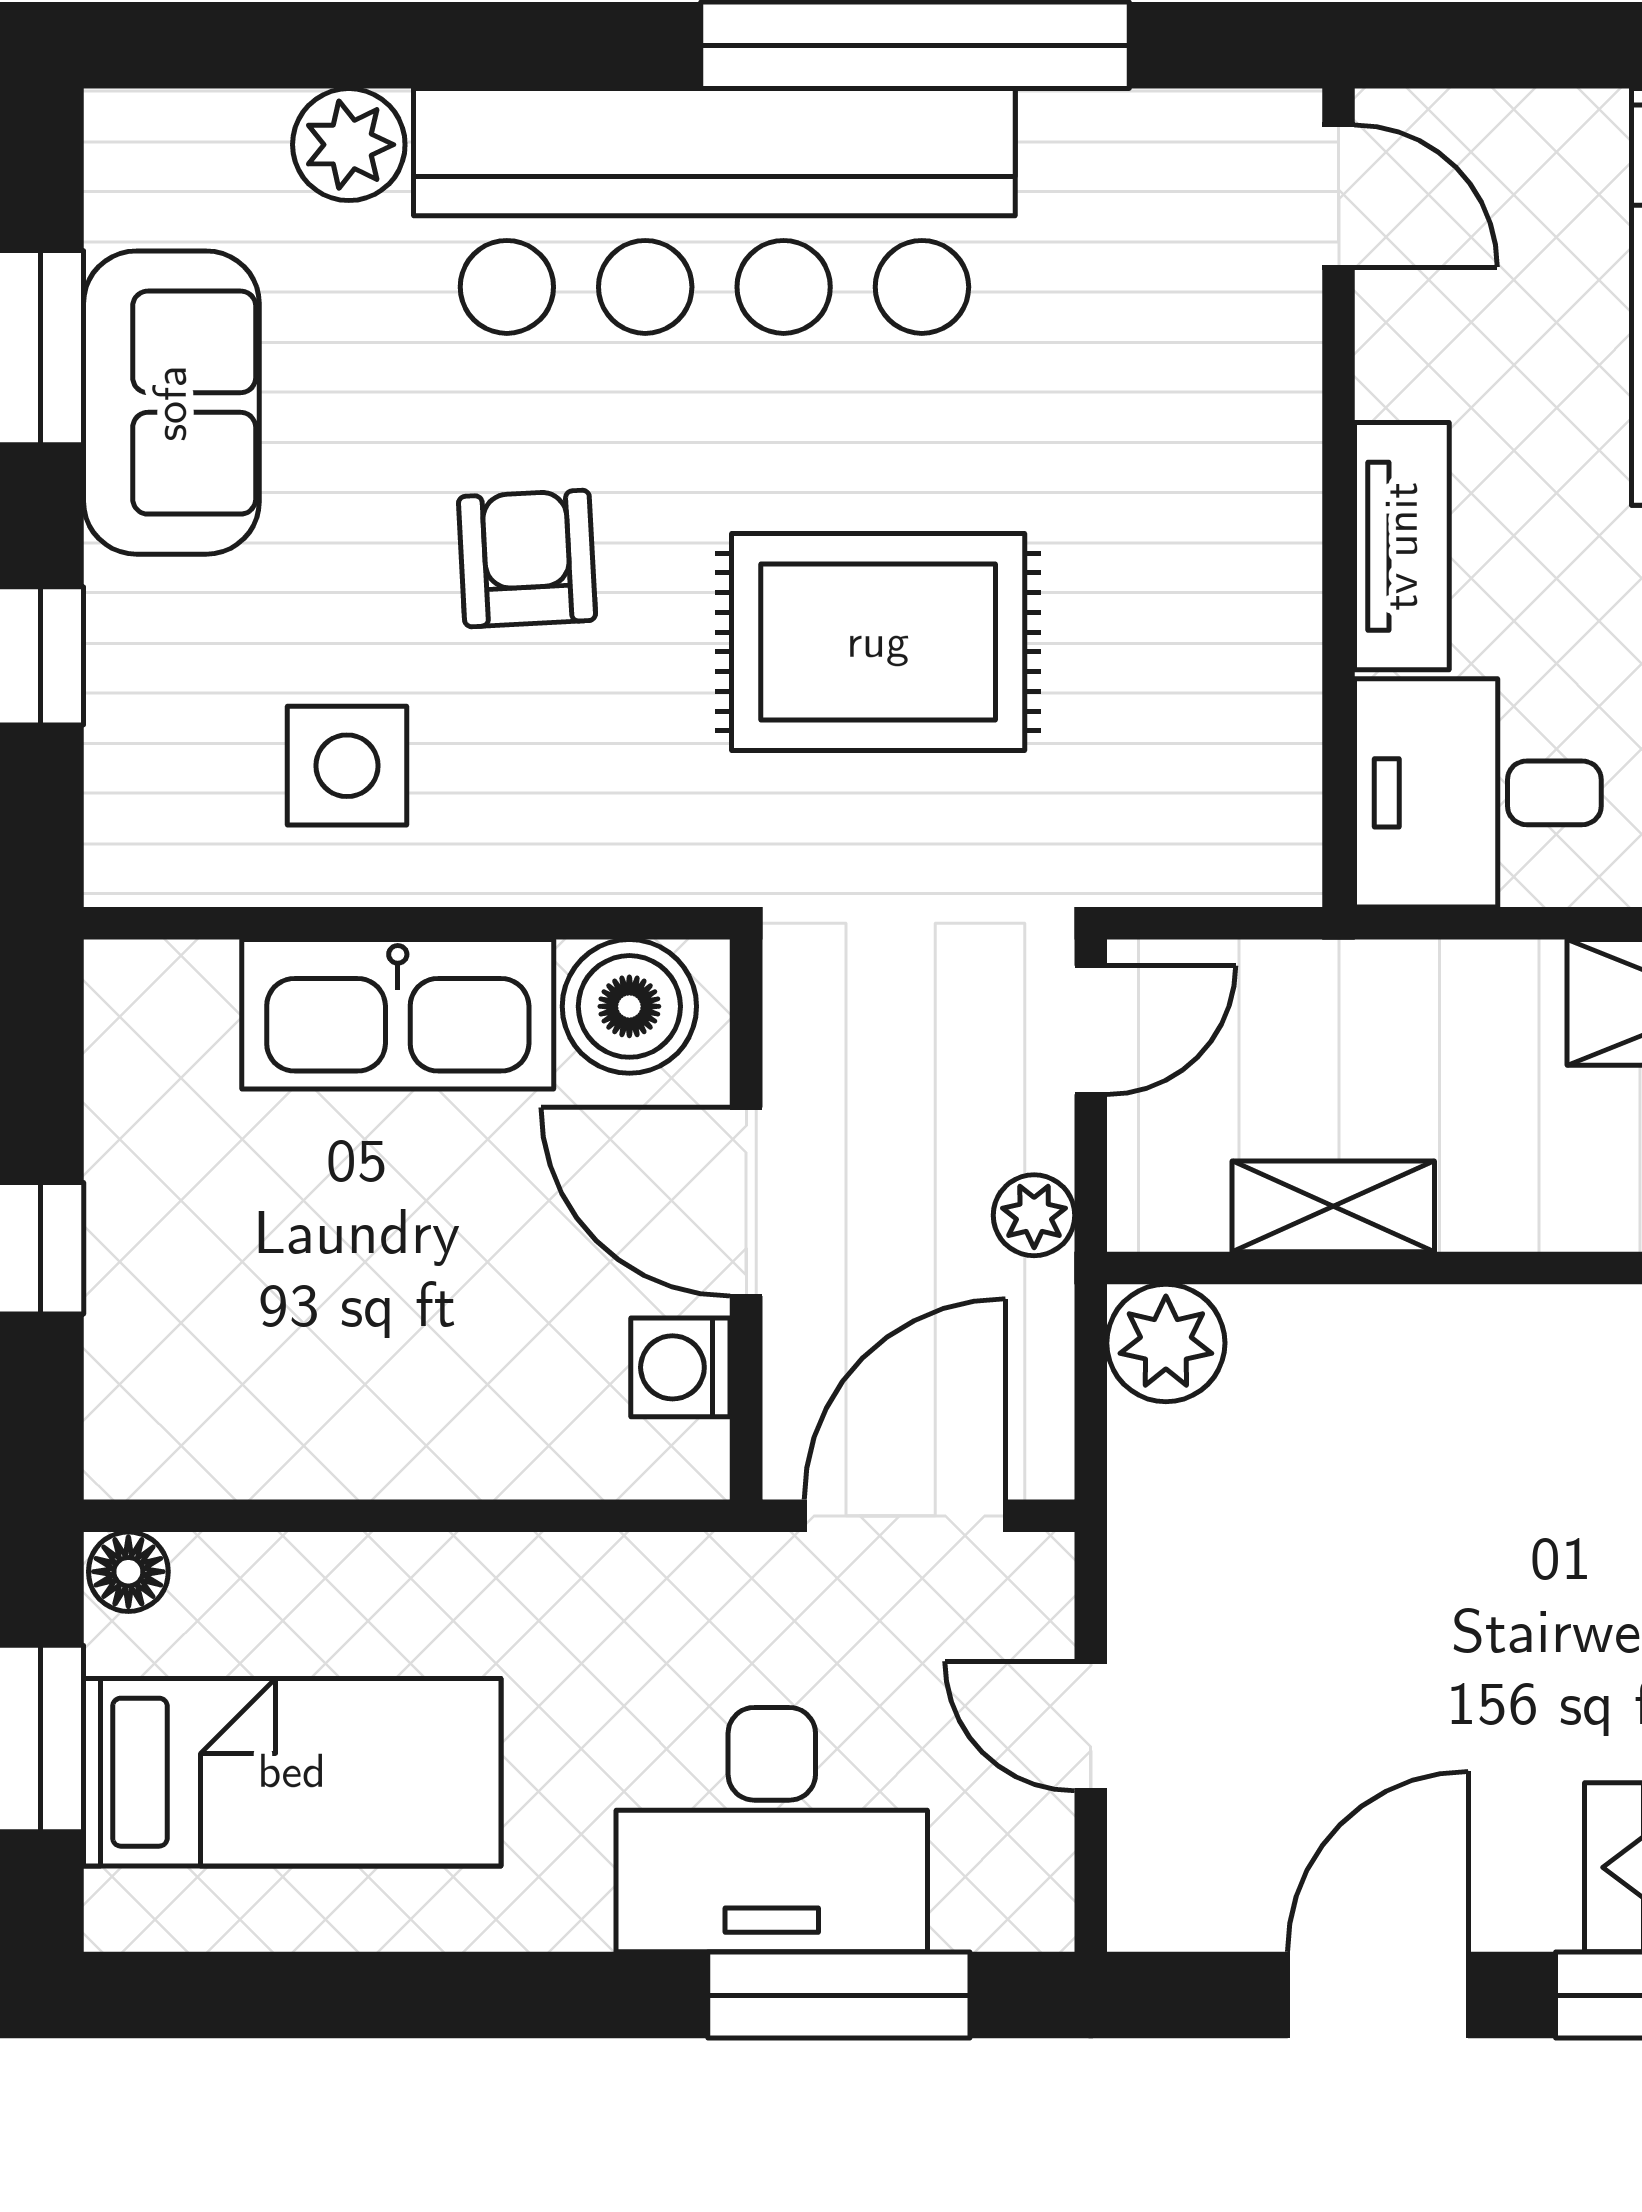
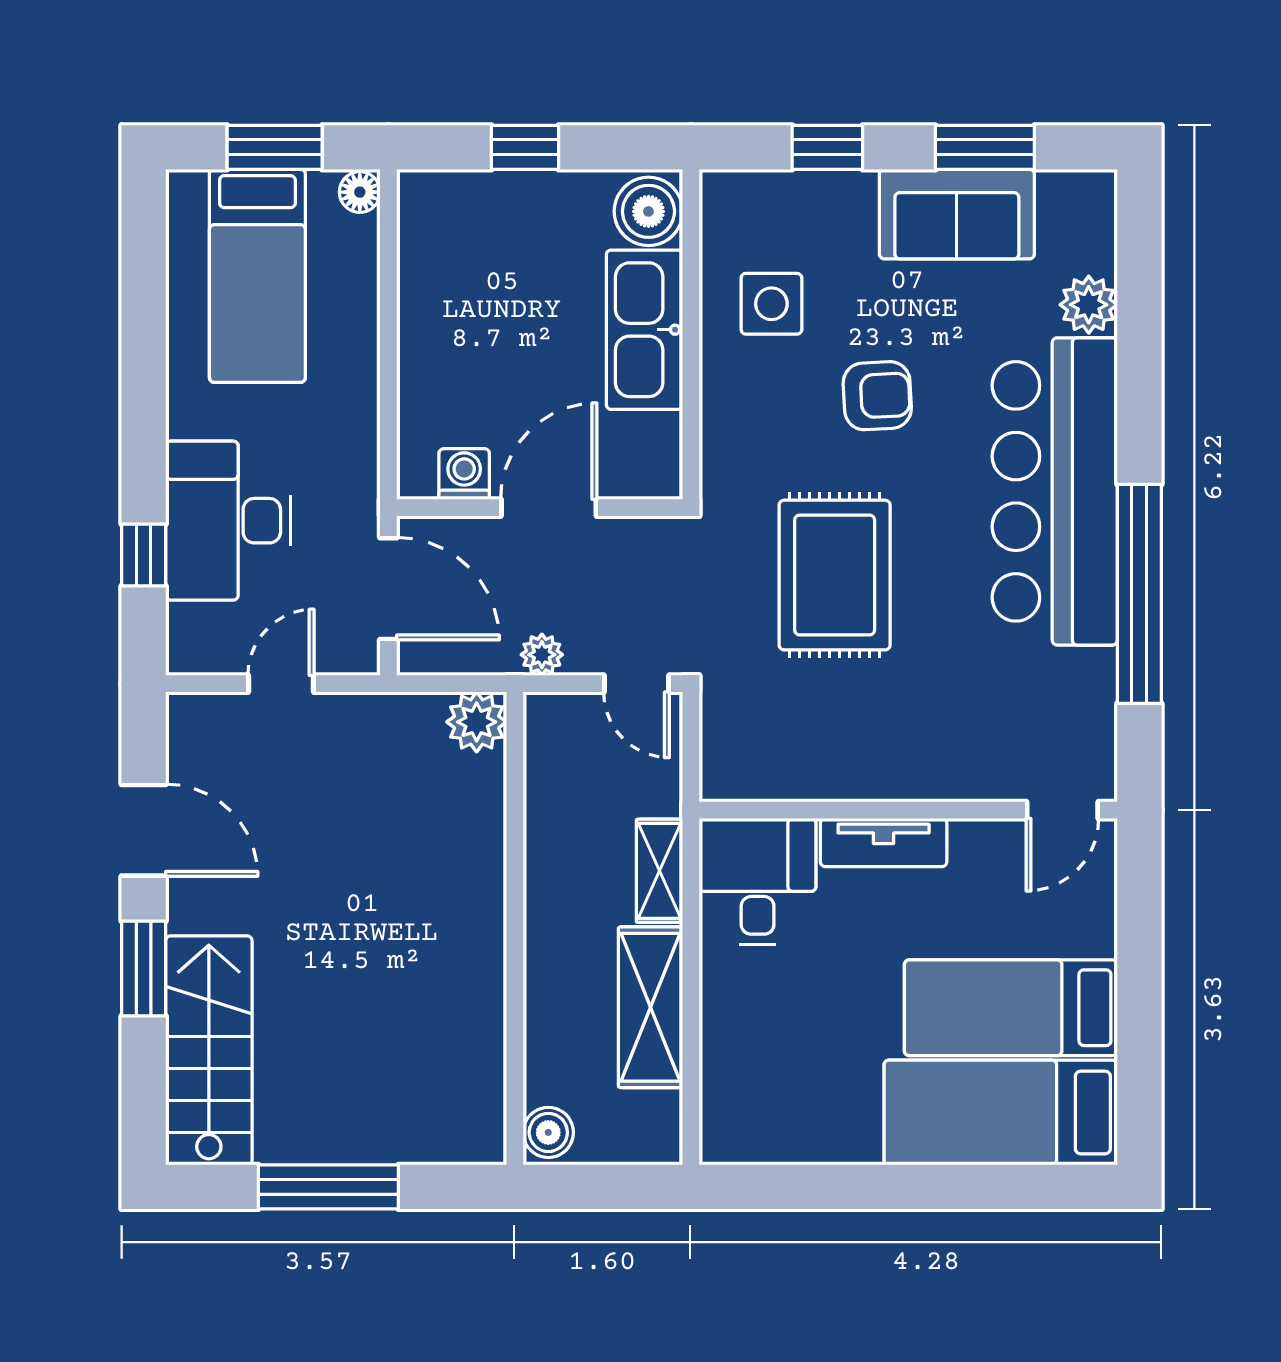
boiler: (629, 1006) -> (648, 211), moved
shelving: (1333, 1206) -> (659, 871), moved
window: (839, 1995) -> (144, 555), width x0.46

